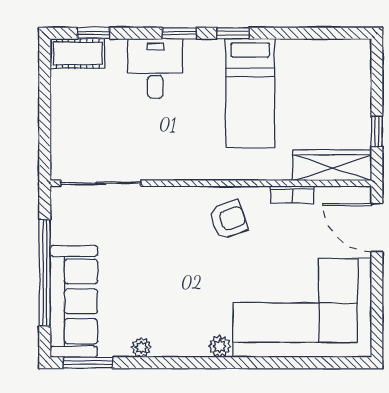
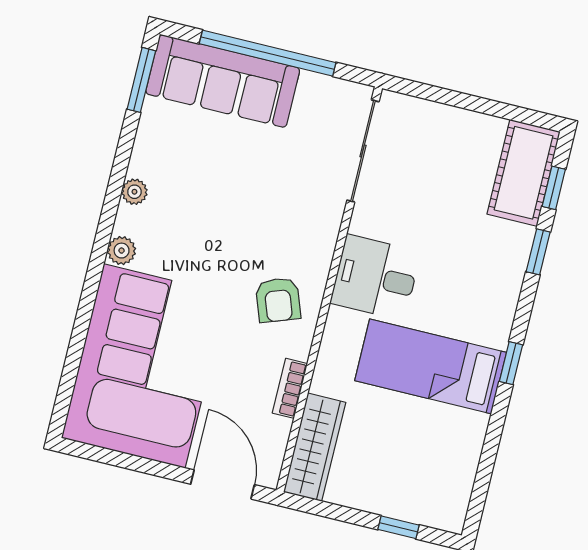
window: (179, 33) -> (538, 252), moved
cot: (78, 54) -> (524, 173), width x1.37, depth x1.34
desk: (155, 68) -> (375, 277), moved, turned 180
window: (377, 131) -> (398, 527), moved
door: (377, 228) -> (223, 484), hinge flipped
plant: (141, 347) -> (134, 192), moved

